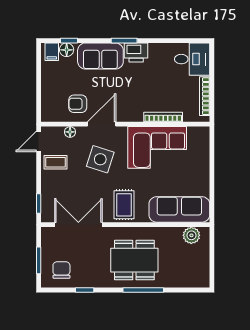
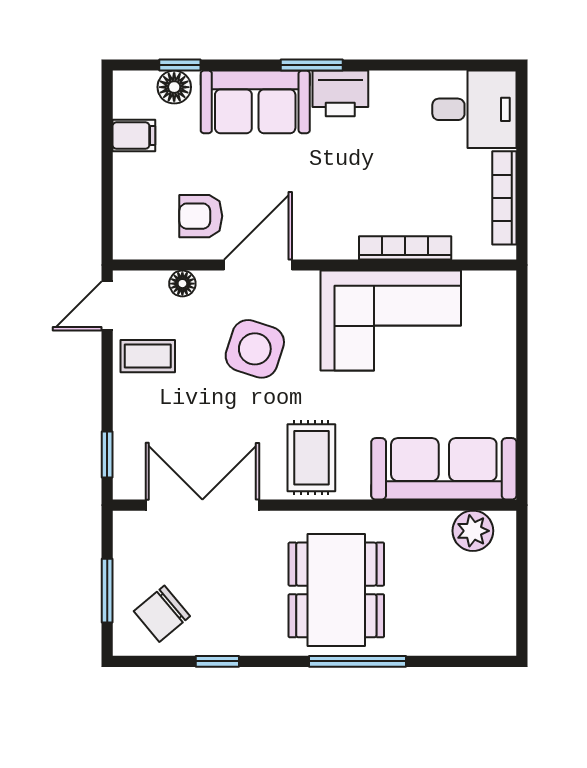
filing cabinet: (52, 52) -> (134, 136), moved, turned -90
dining table: (134, 260) -> (336, 590), turned 90
chair: (61, 270) -> (162, 614), turned -130

